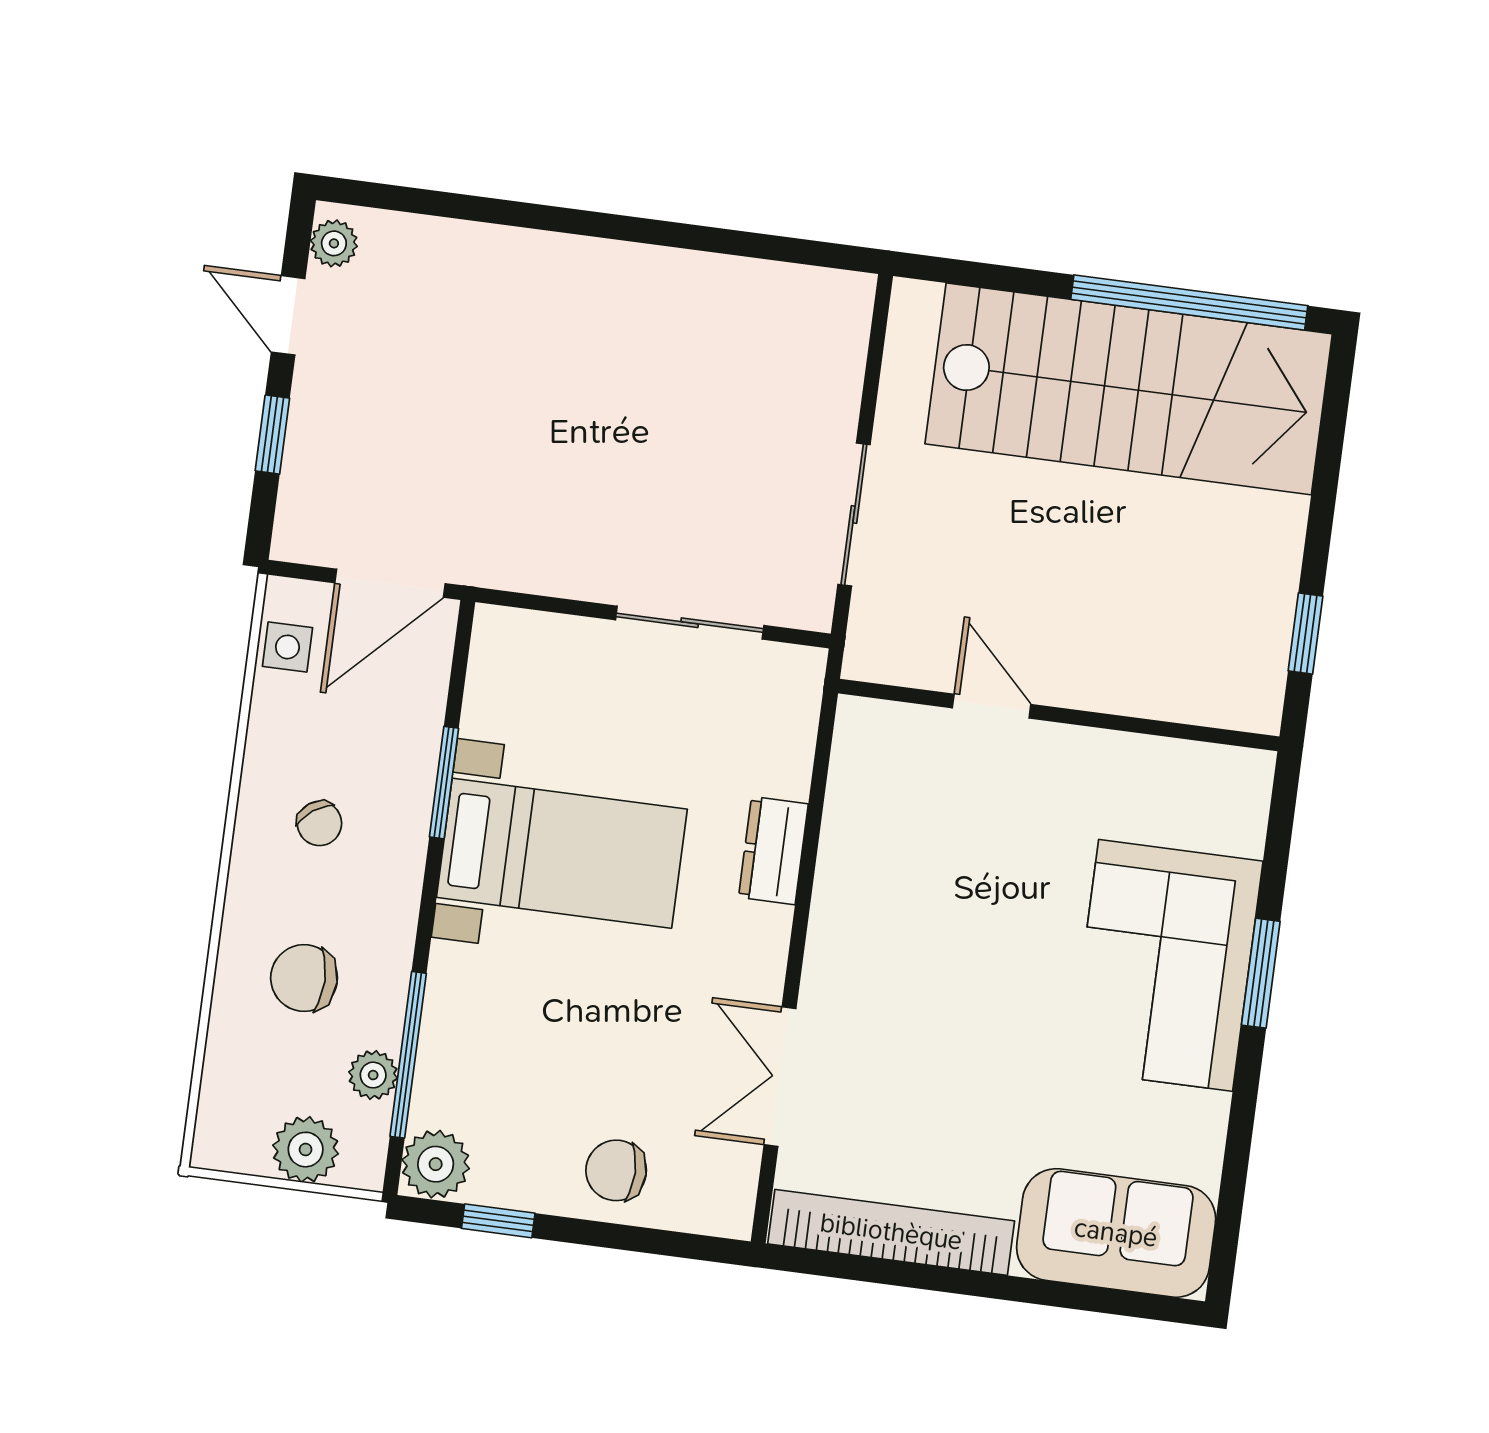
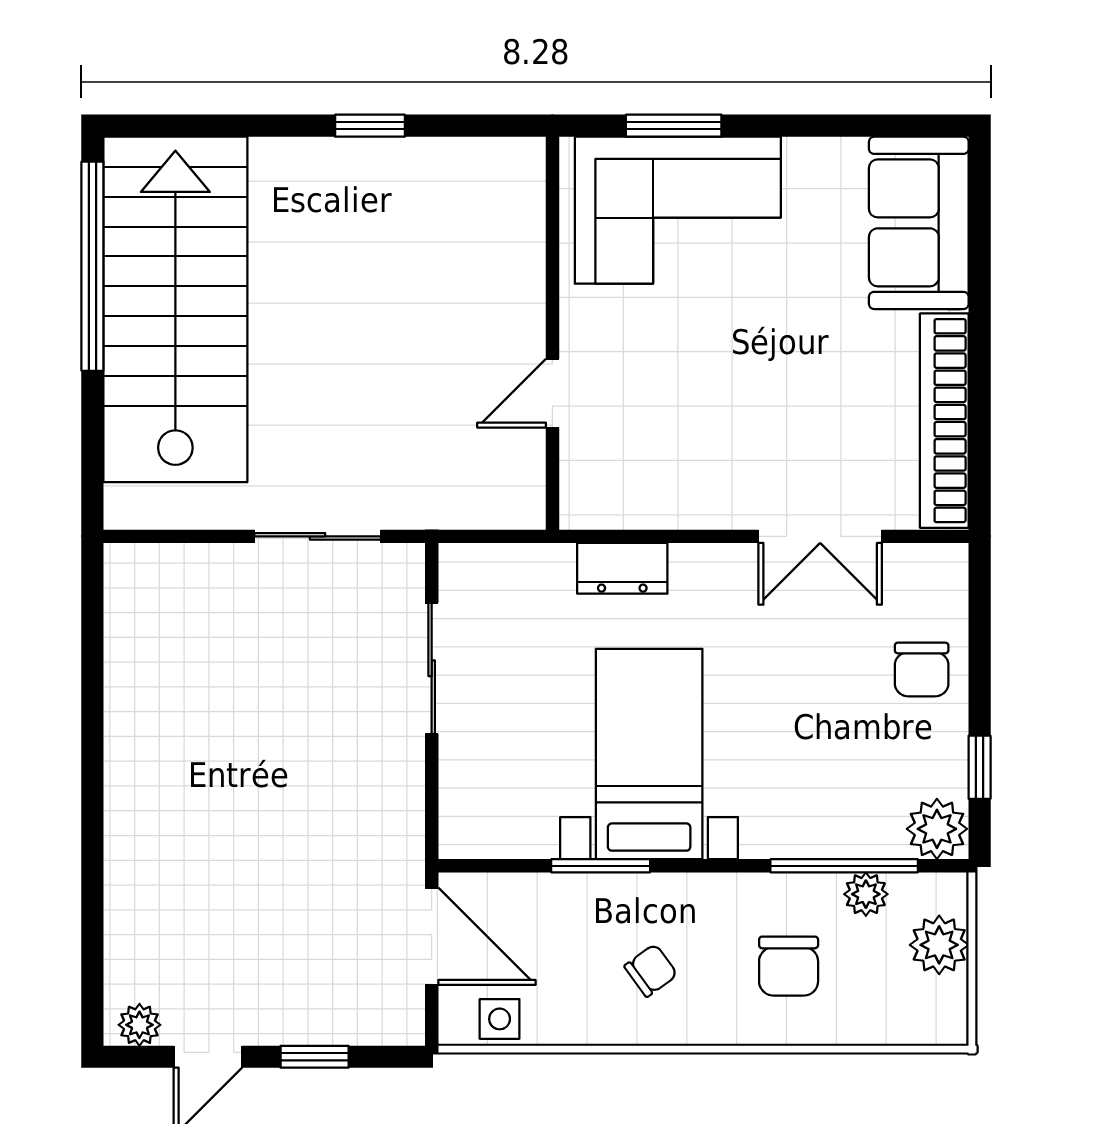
door: (992, 706) -> (552, 393), moved
wall: (1059, 715) -> (552, 333), moved

